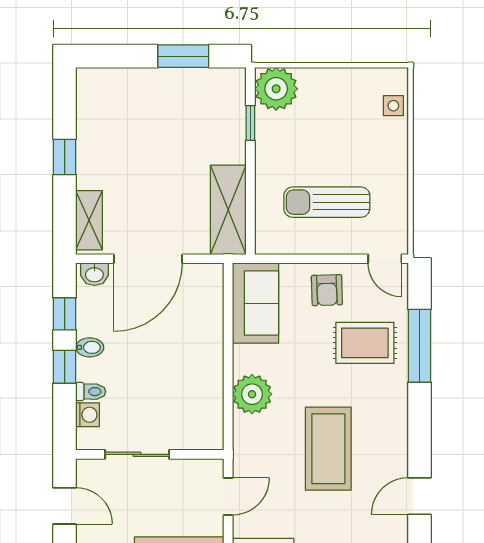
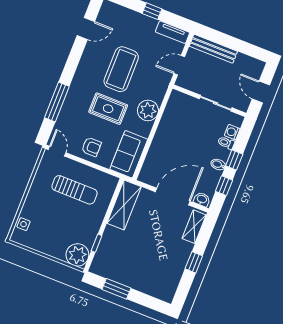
armchair: (327, 290) -> (91, 147), turned 92
rug: (365, 343) -> (108, 109), moved

